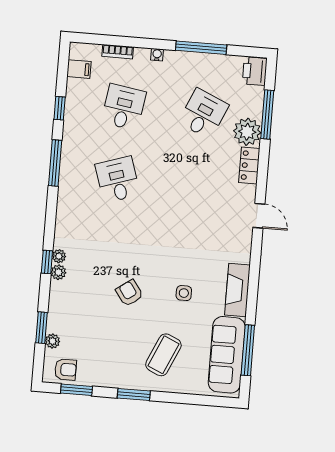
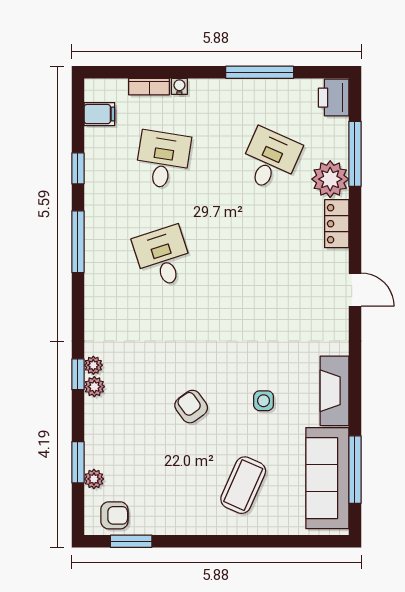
water cooler: (157, 55) -> (179, 86), moved
window: (134, 395) -> (208, 541), removed

